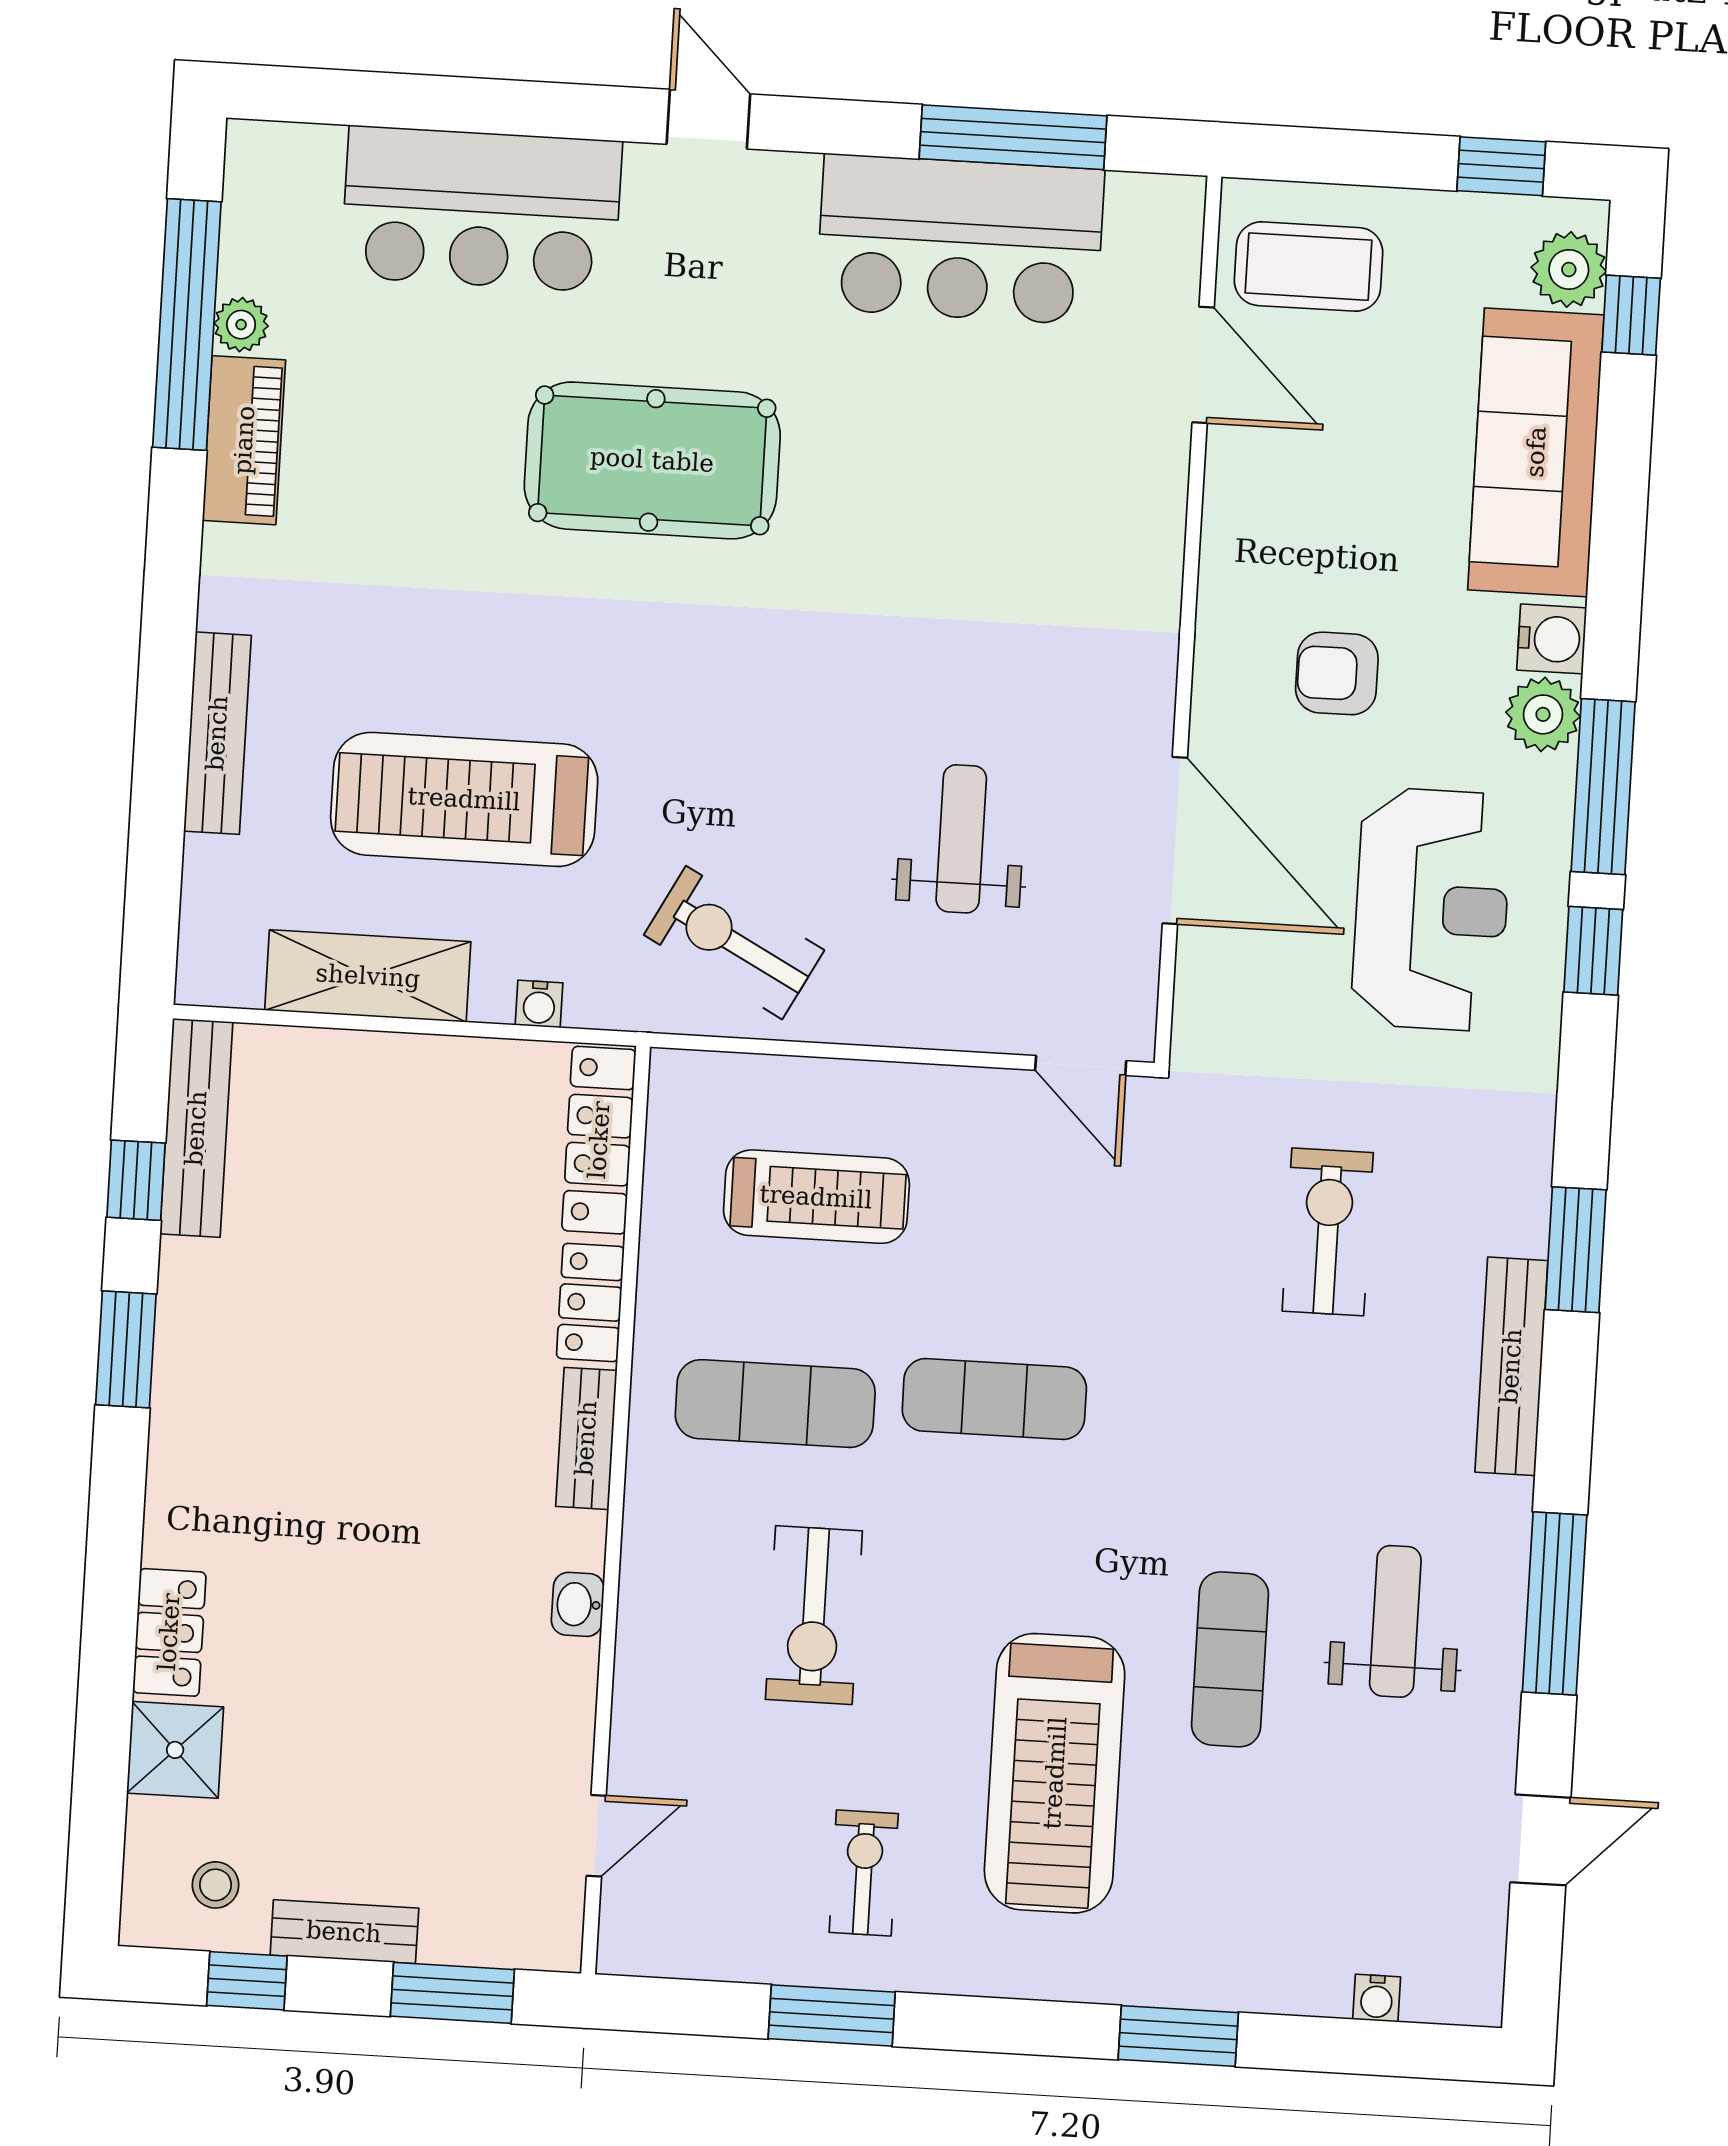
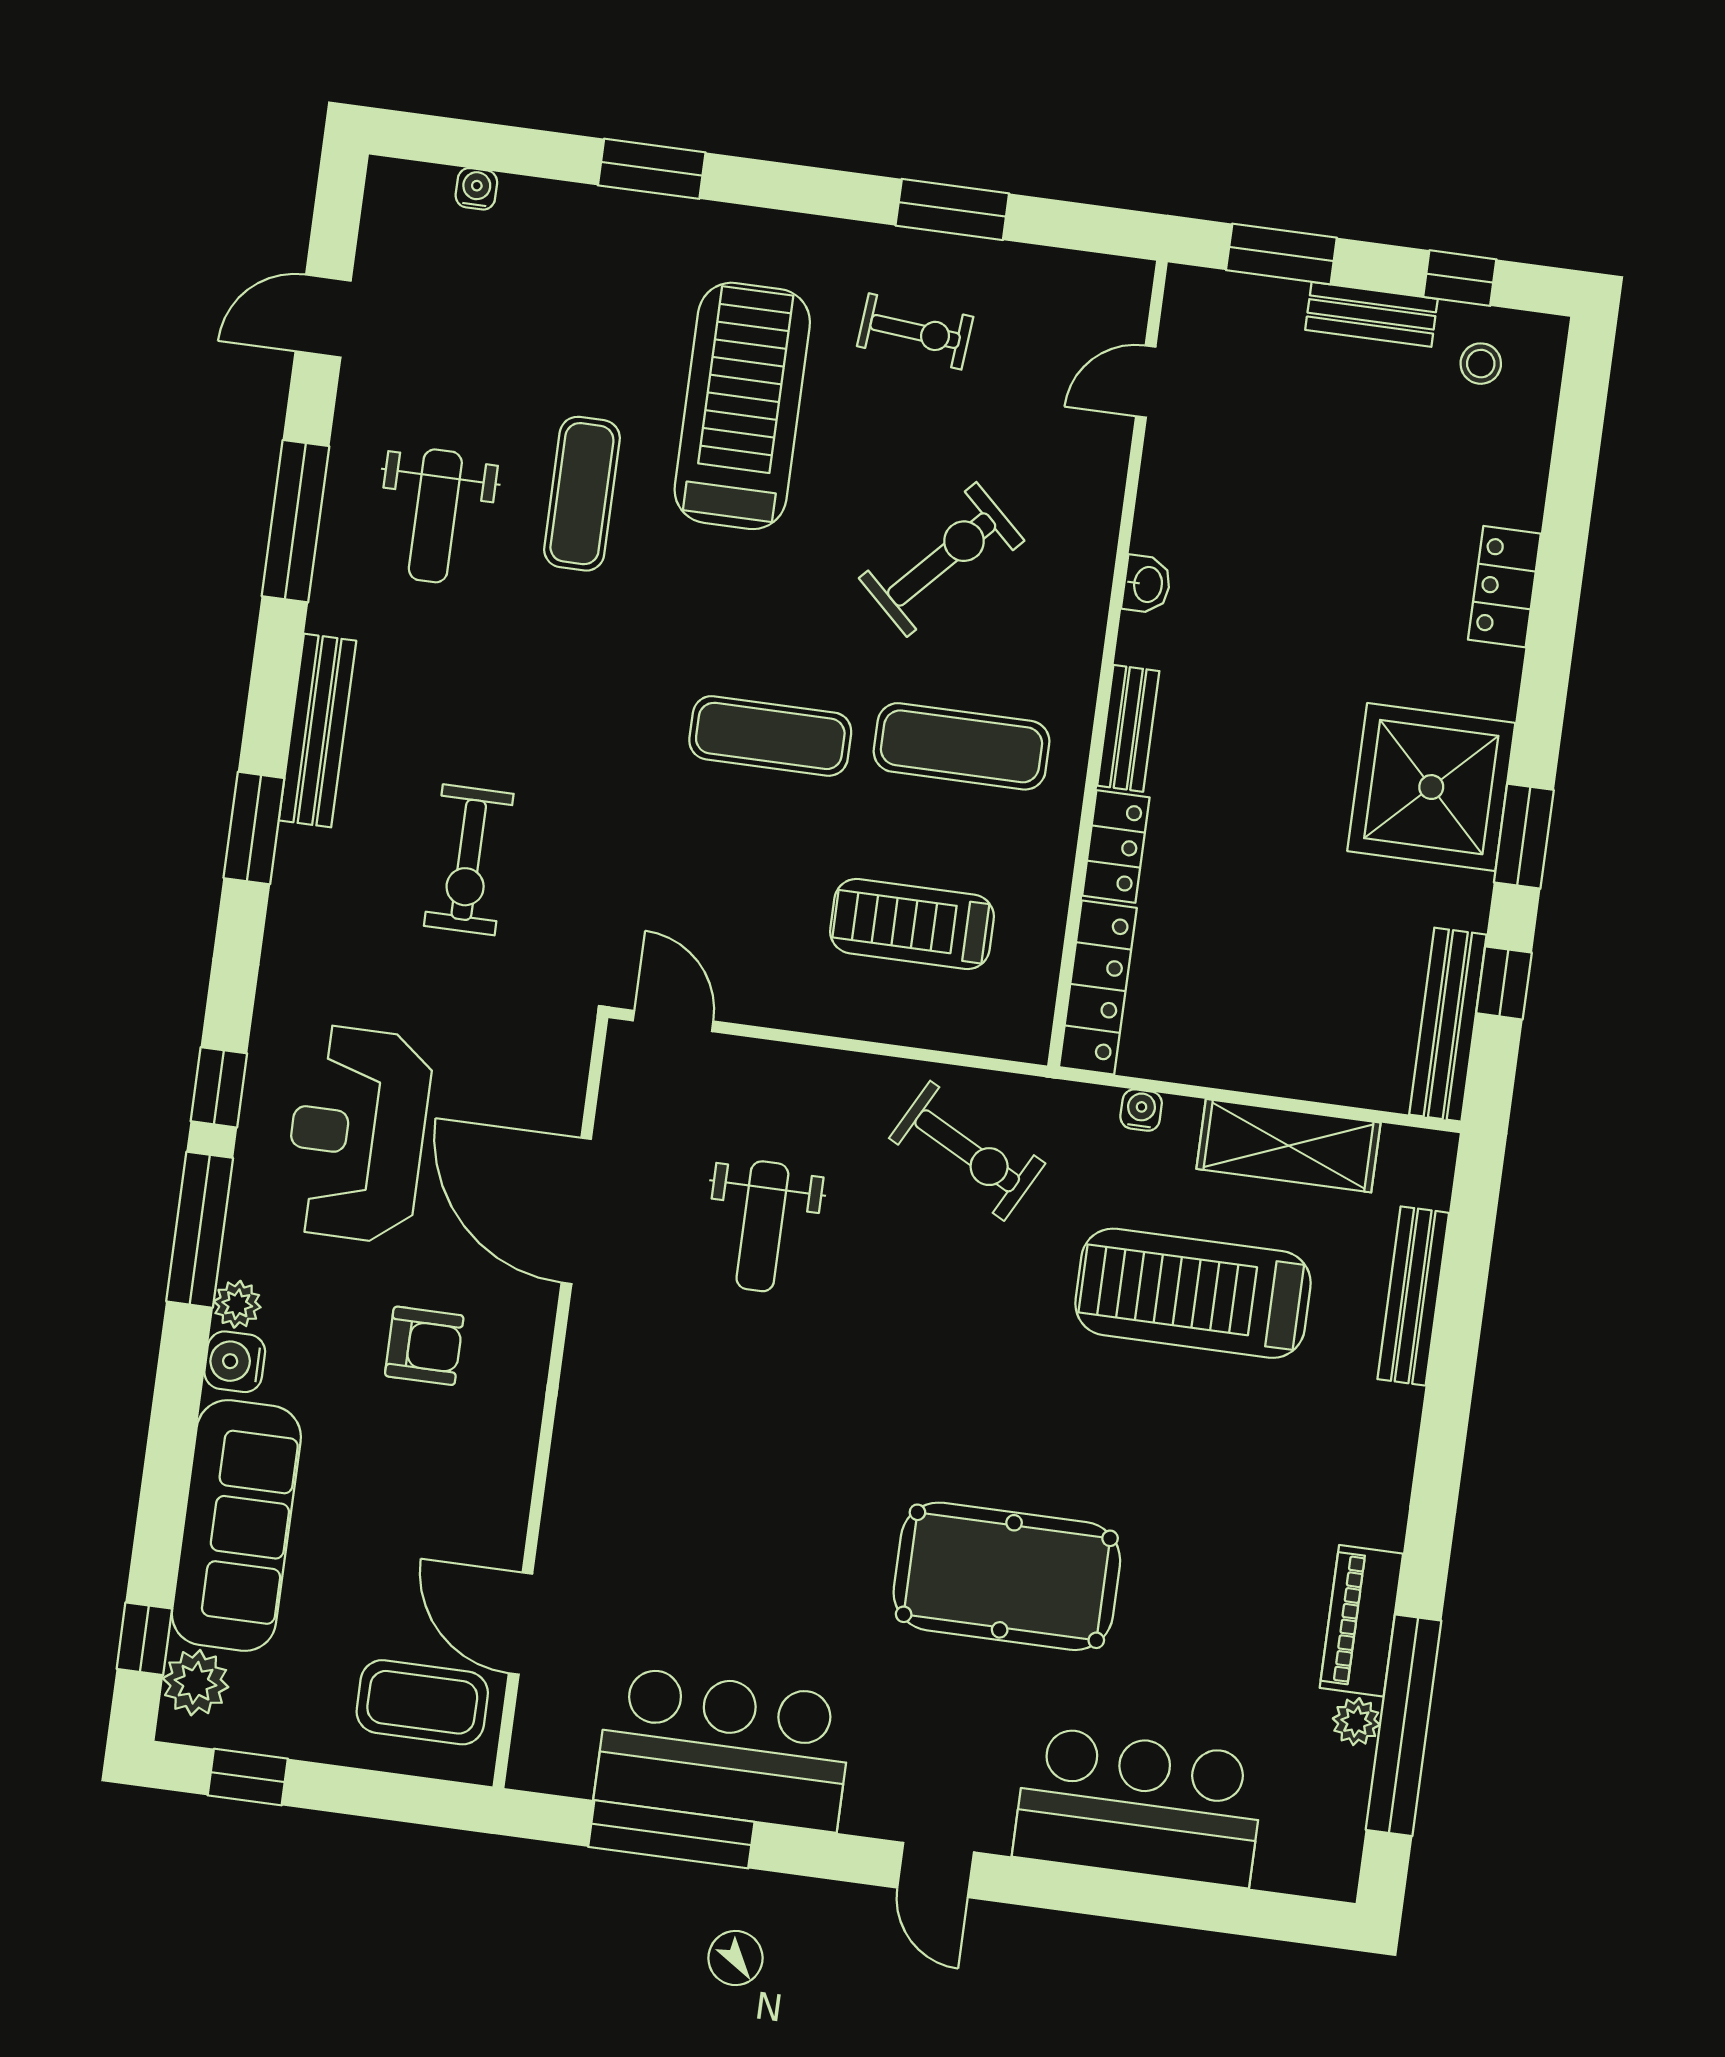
plant: (1543, 714) -> (237, 1304), width x0.73, depth x0.73
bench: (217, 733) -> (1413, 1296), moved
treadmill: (464, 799) -> (1193, 1293), turned 180
exercise bike: (814, 1615) -> (942, 559), turned 43
shower: (175, 1750) -> (1431, 787), moved, width x1.86, depth x1.86
exercise bike: (864, 1873) -> (915, 331), turned -85

